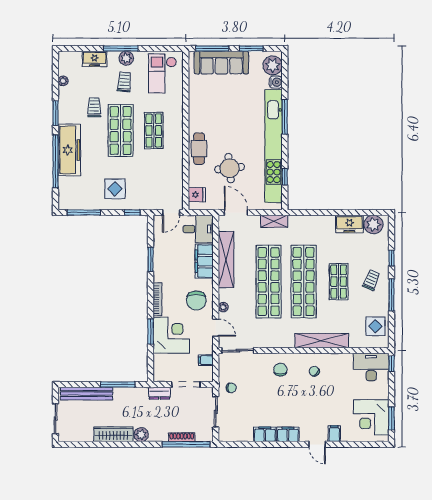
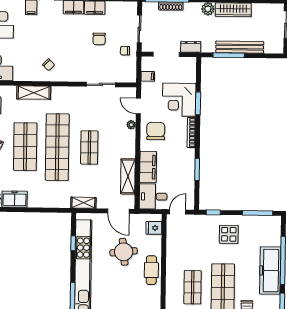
shelving: (226, 260) -> (128, 176), width x0.68
shop shelf: (269, 282) -> (89, 147), width x0.50, depth x0.74
shop shelf: (339, 282) -> (25, 147), width x1.43, depth x1.36
shelving: (322, 341) -> (34, 93), width x0.68
sliding door: (238, 351) -> (101, 84), moved
chair: (280, 370) -> (99, 39), moved
bench: (87, 393) -> (240, 47), moved

